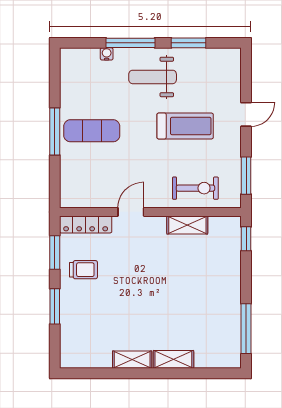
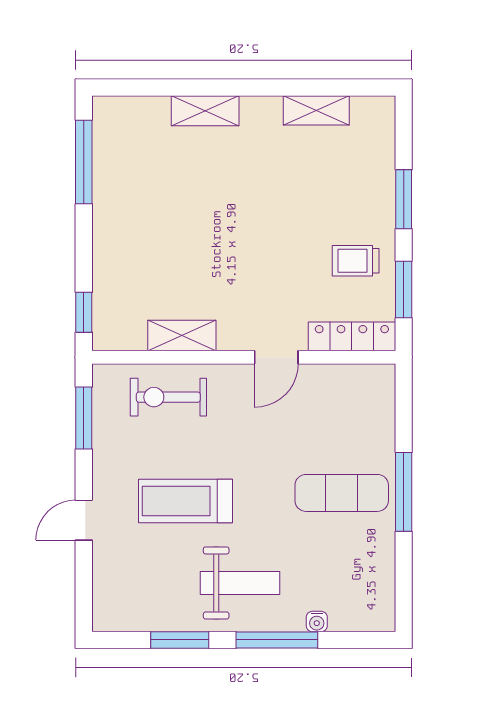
shelving: (132, 360) -> (316, 110), moved

